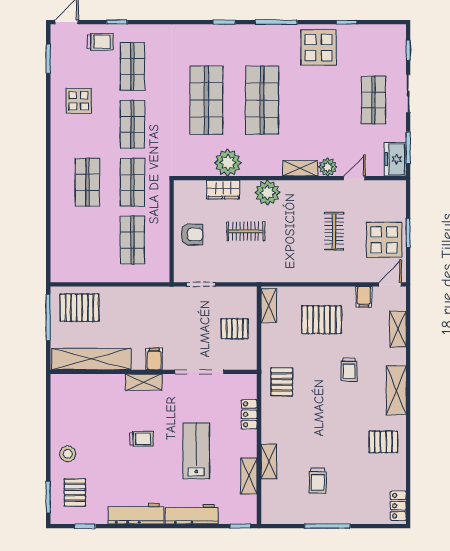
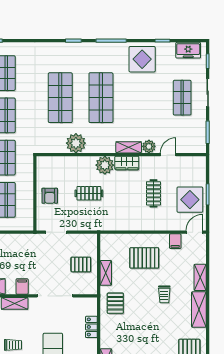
freezer: (395, 159) -> (188, 50), moved, turned -90
wardrobe: (223, 190) -> (127, 163), moved
armchair: (192, 235) -> (50, 196), turned 90
shelving: (269, 306) -> (106, 273), moved
shelving: (398, 329) -> (200, 277), moved

